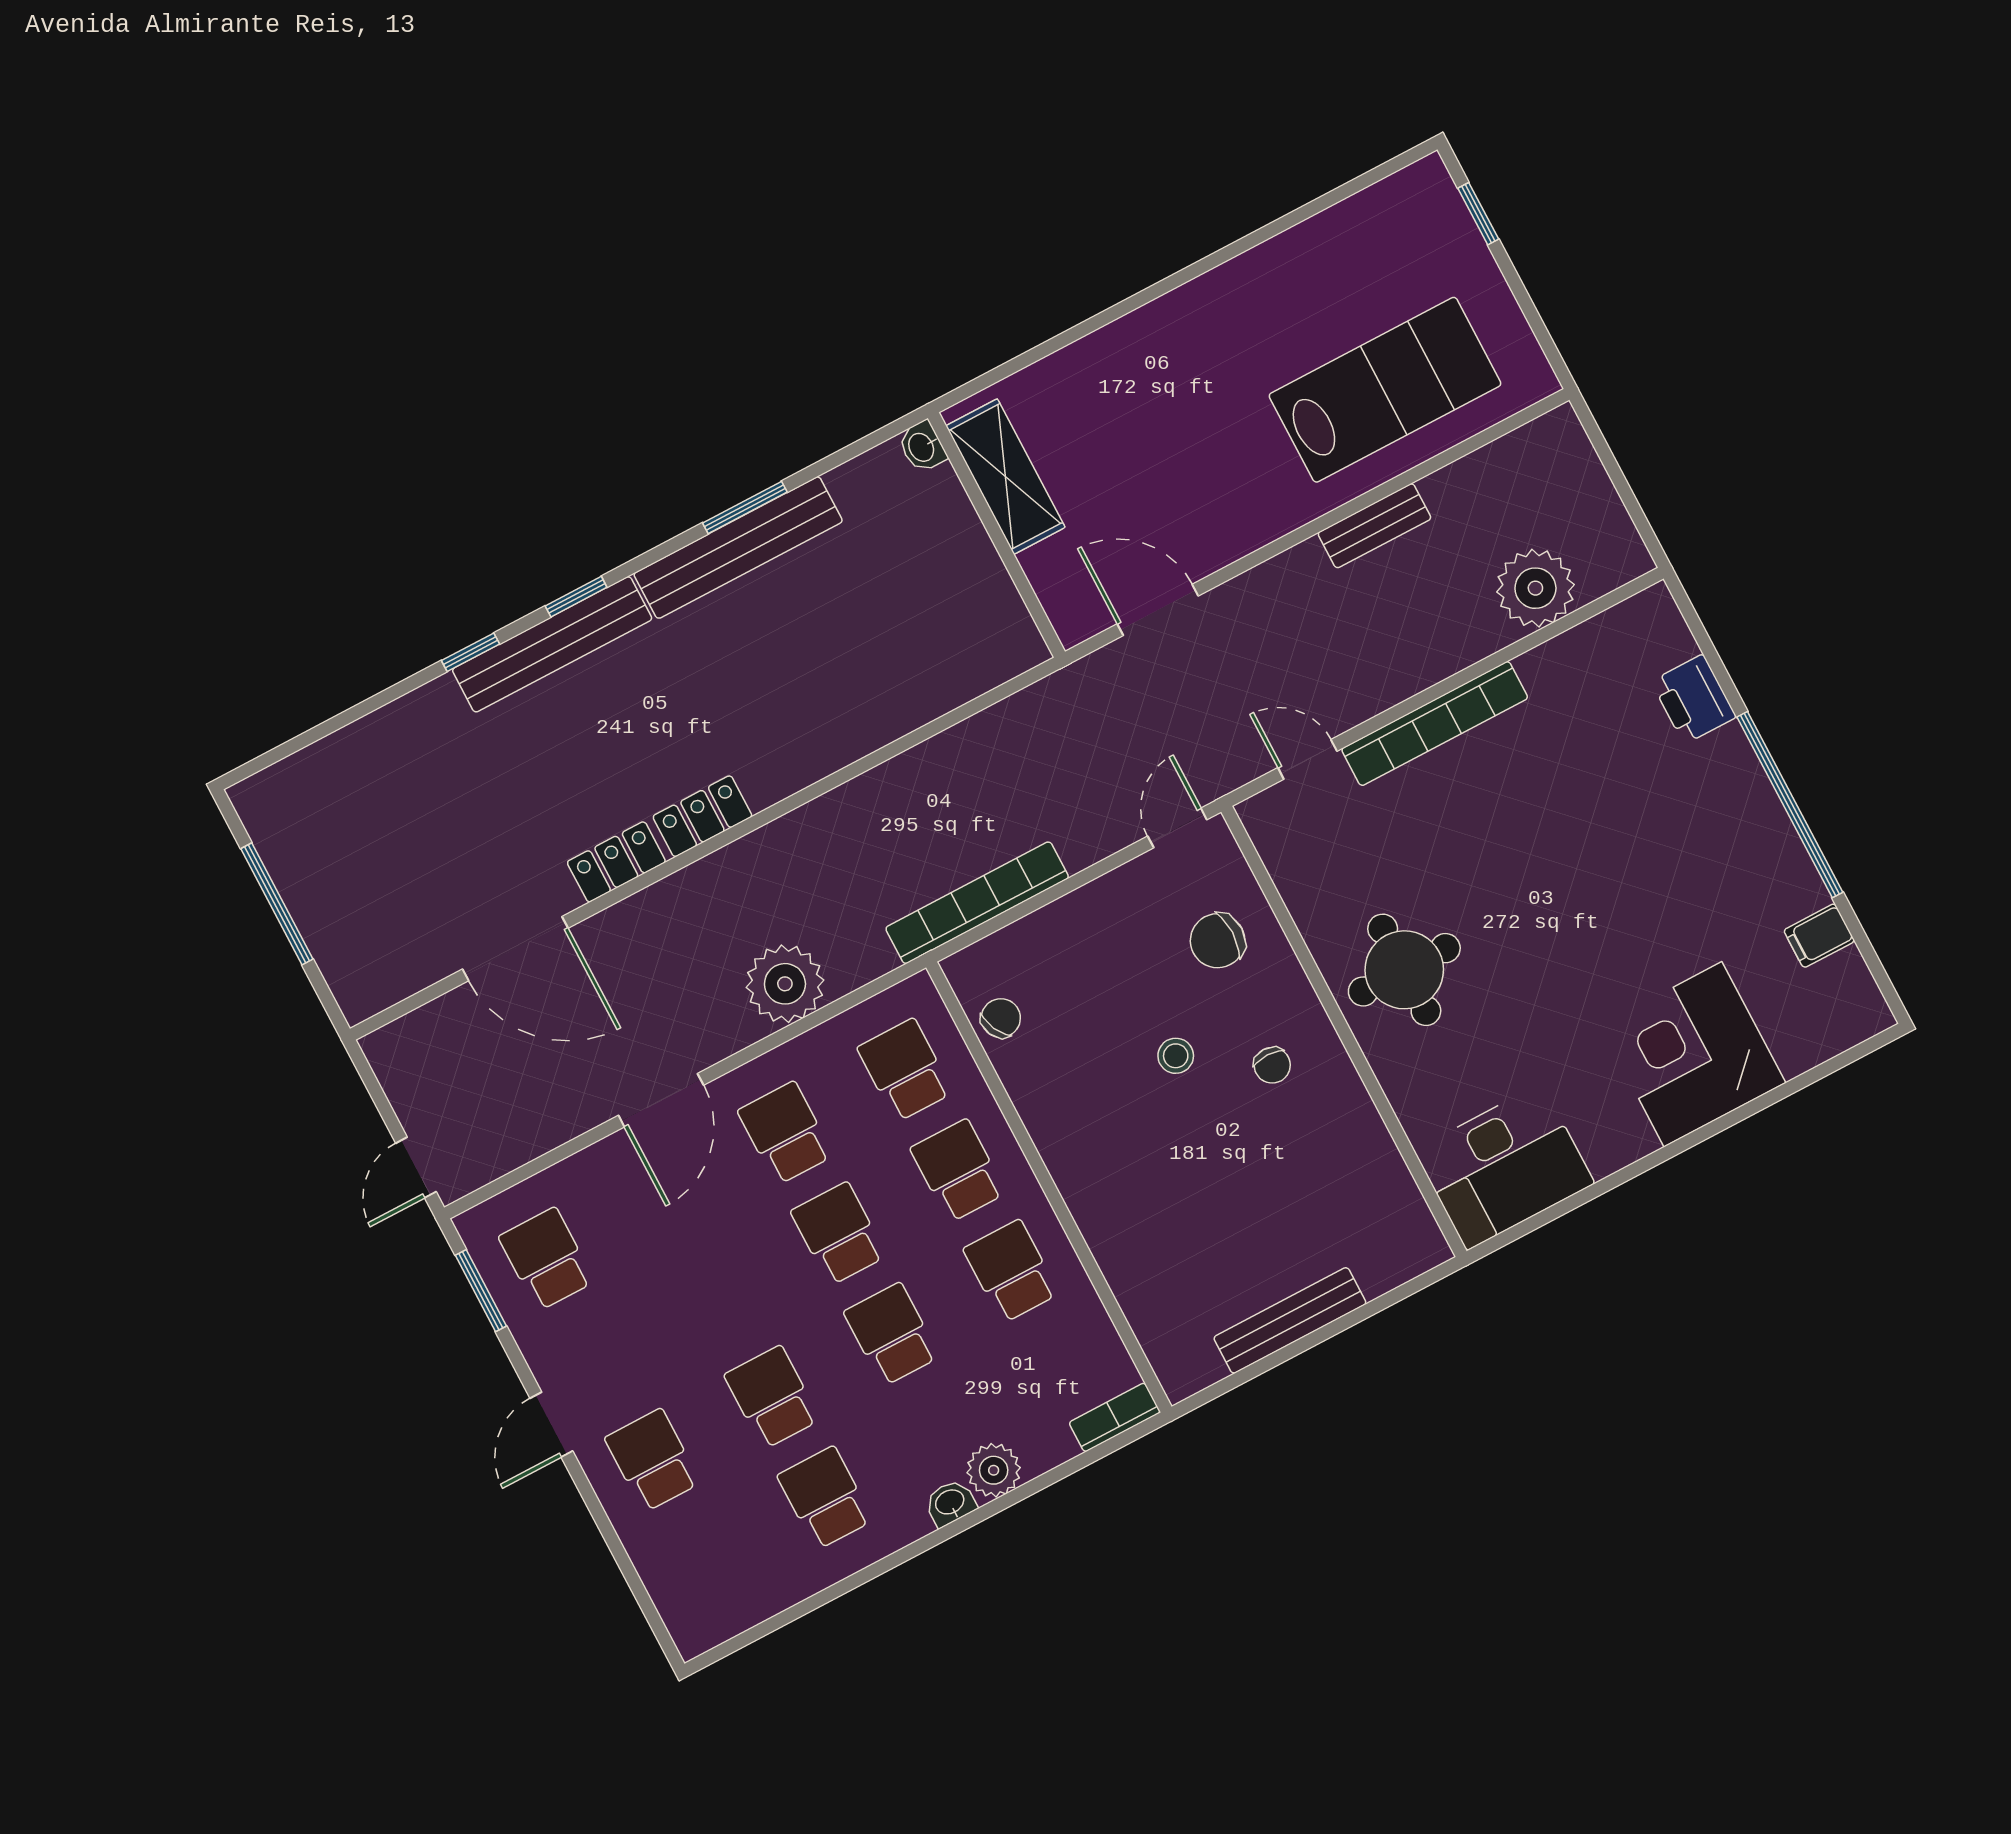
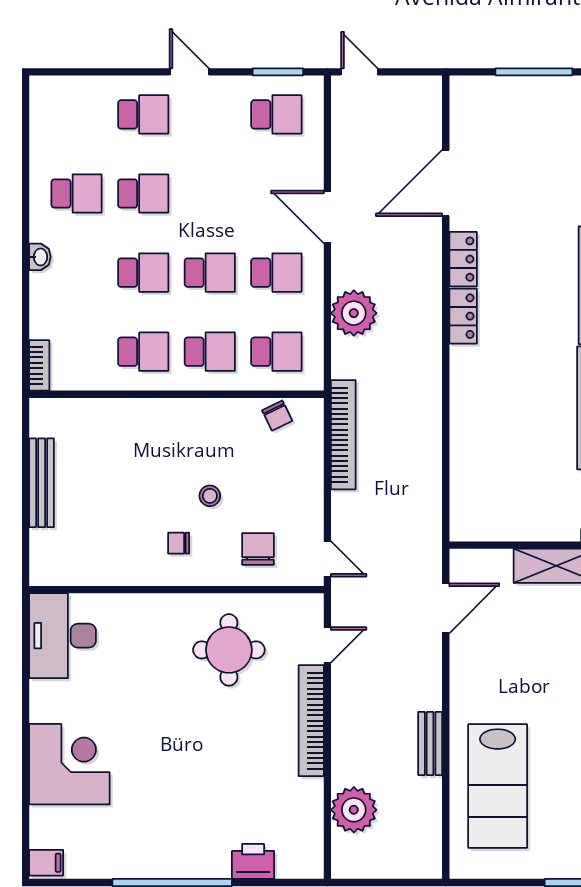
filing cabinet: (1819, 936) -> (46, 863), moved, turned 90
round table: (1404, 970) -> (229, 650), moved
plant: (994, 1470) -> (45, 288), removed

